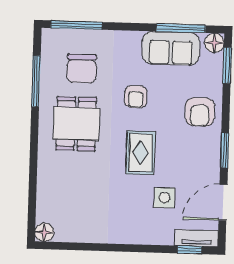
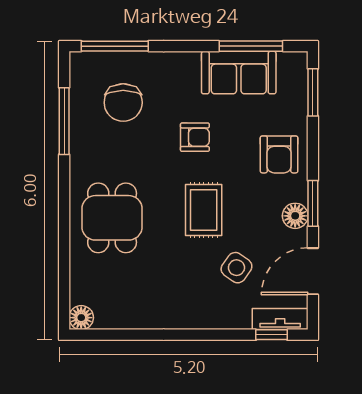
floor lamp: (214, 43) -> (295, 216), moved
armchair: (136, 97) -> (195, 137), turned -90
dining table: (76, 124) -> (112, 218), moved
side table: (164, 198) -> (236, 268), turned 35

